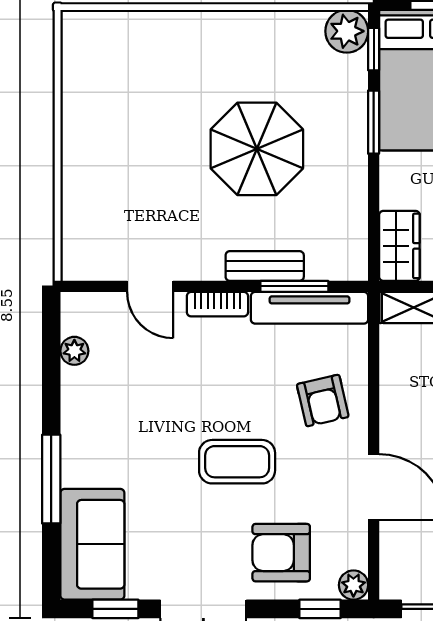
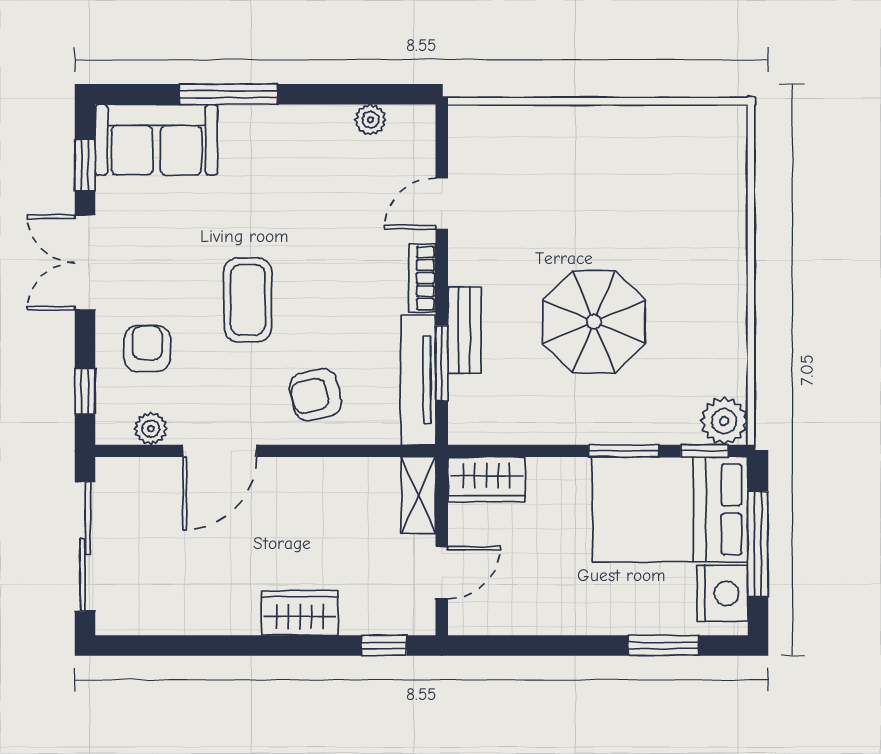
armchair: (281, 553) -> (147, 349), width x0.72, depth x0.72
plant: (353, 585) -> (151, 429), moved

